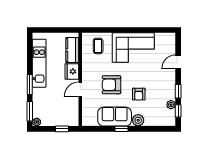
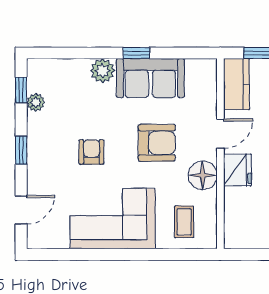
kitchen counter: (72, 50) -> (236, 84), moved
door: (178, 62) -> (21, 210), moved
floor lamp: (89, 69) -> (203, 175), added
window: (178, 91) -> (21, 150), moved
armchair: (139, 94) -> (91, 152), moved

